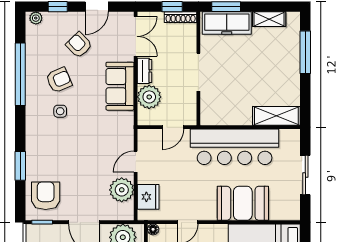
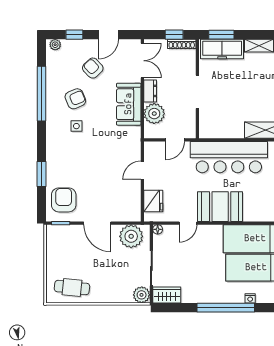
plant: (122, 190) -> (130, 195), removed
booth: (243, 203) -> (220, 207), moved

